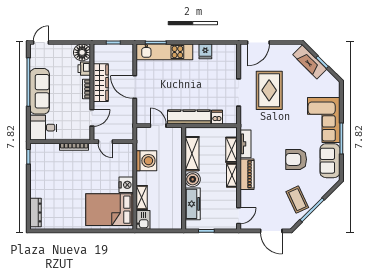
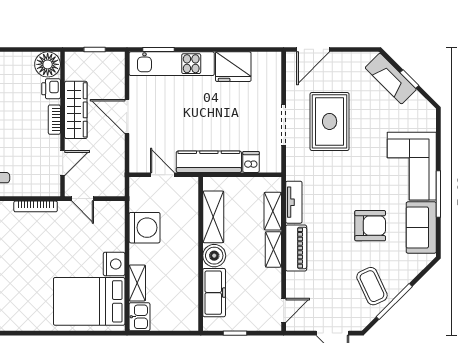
fridge: (205, 51) -> (233, 67), width x1.88, depth x1.34
armchair: (296, 159) -> (370, 226), turned 180

